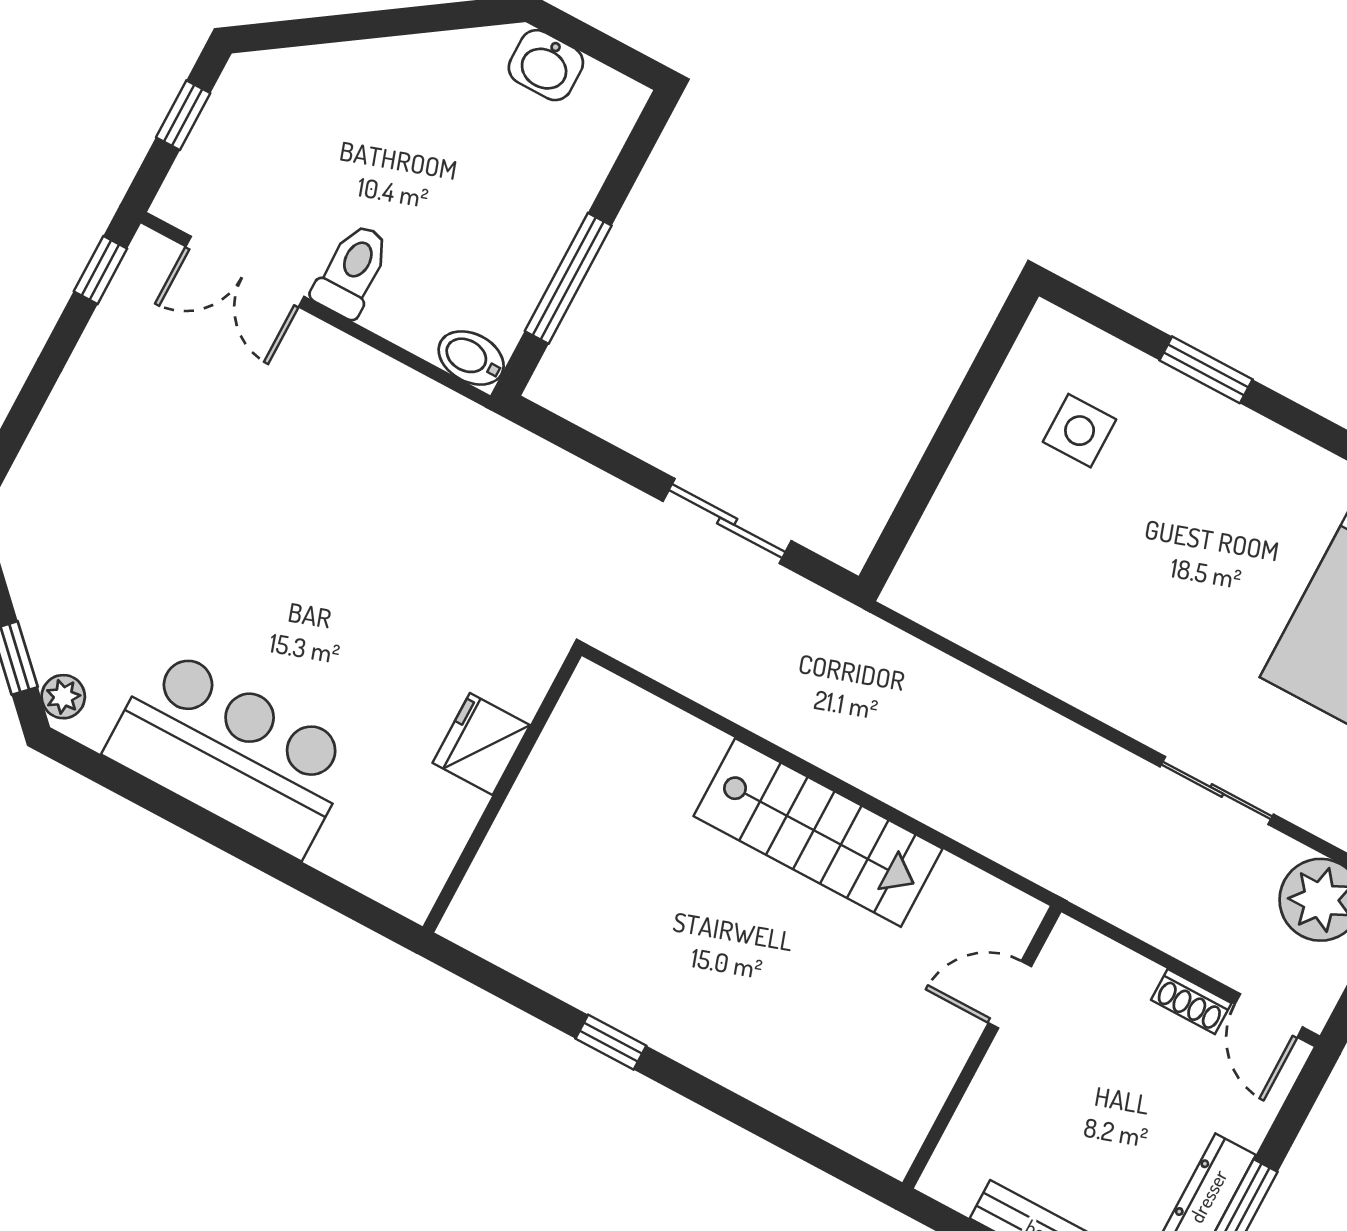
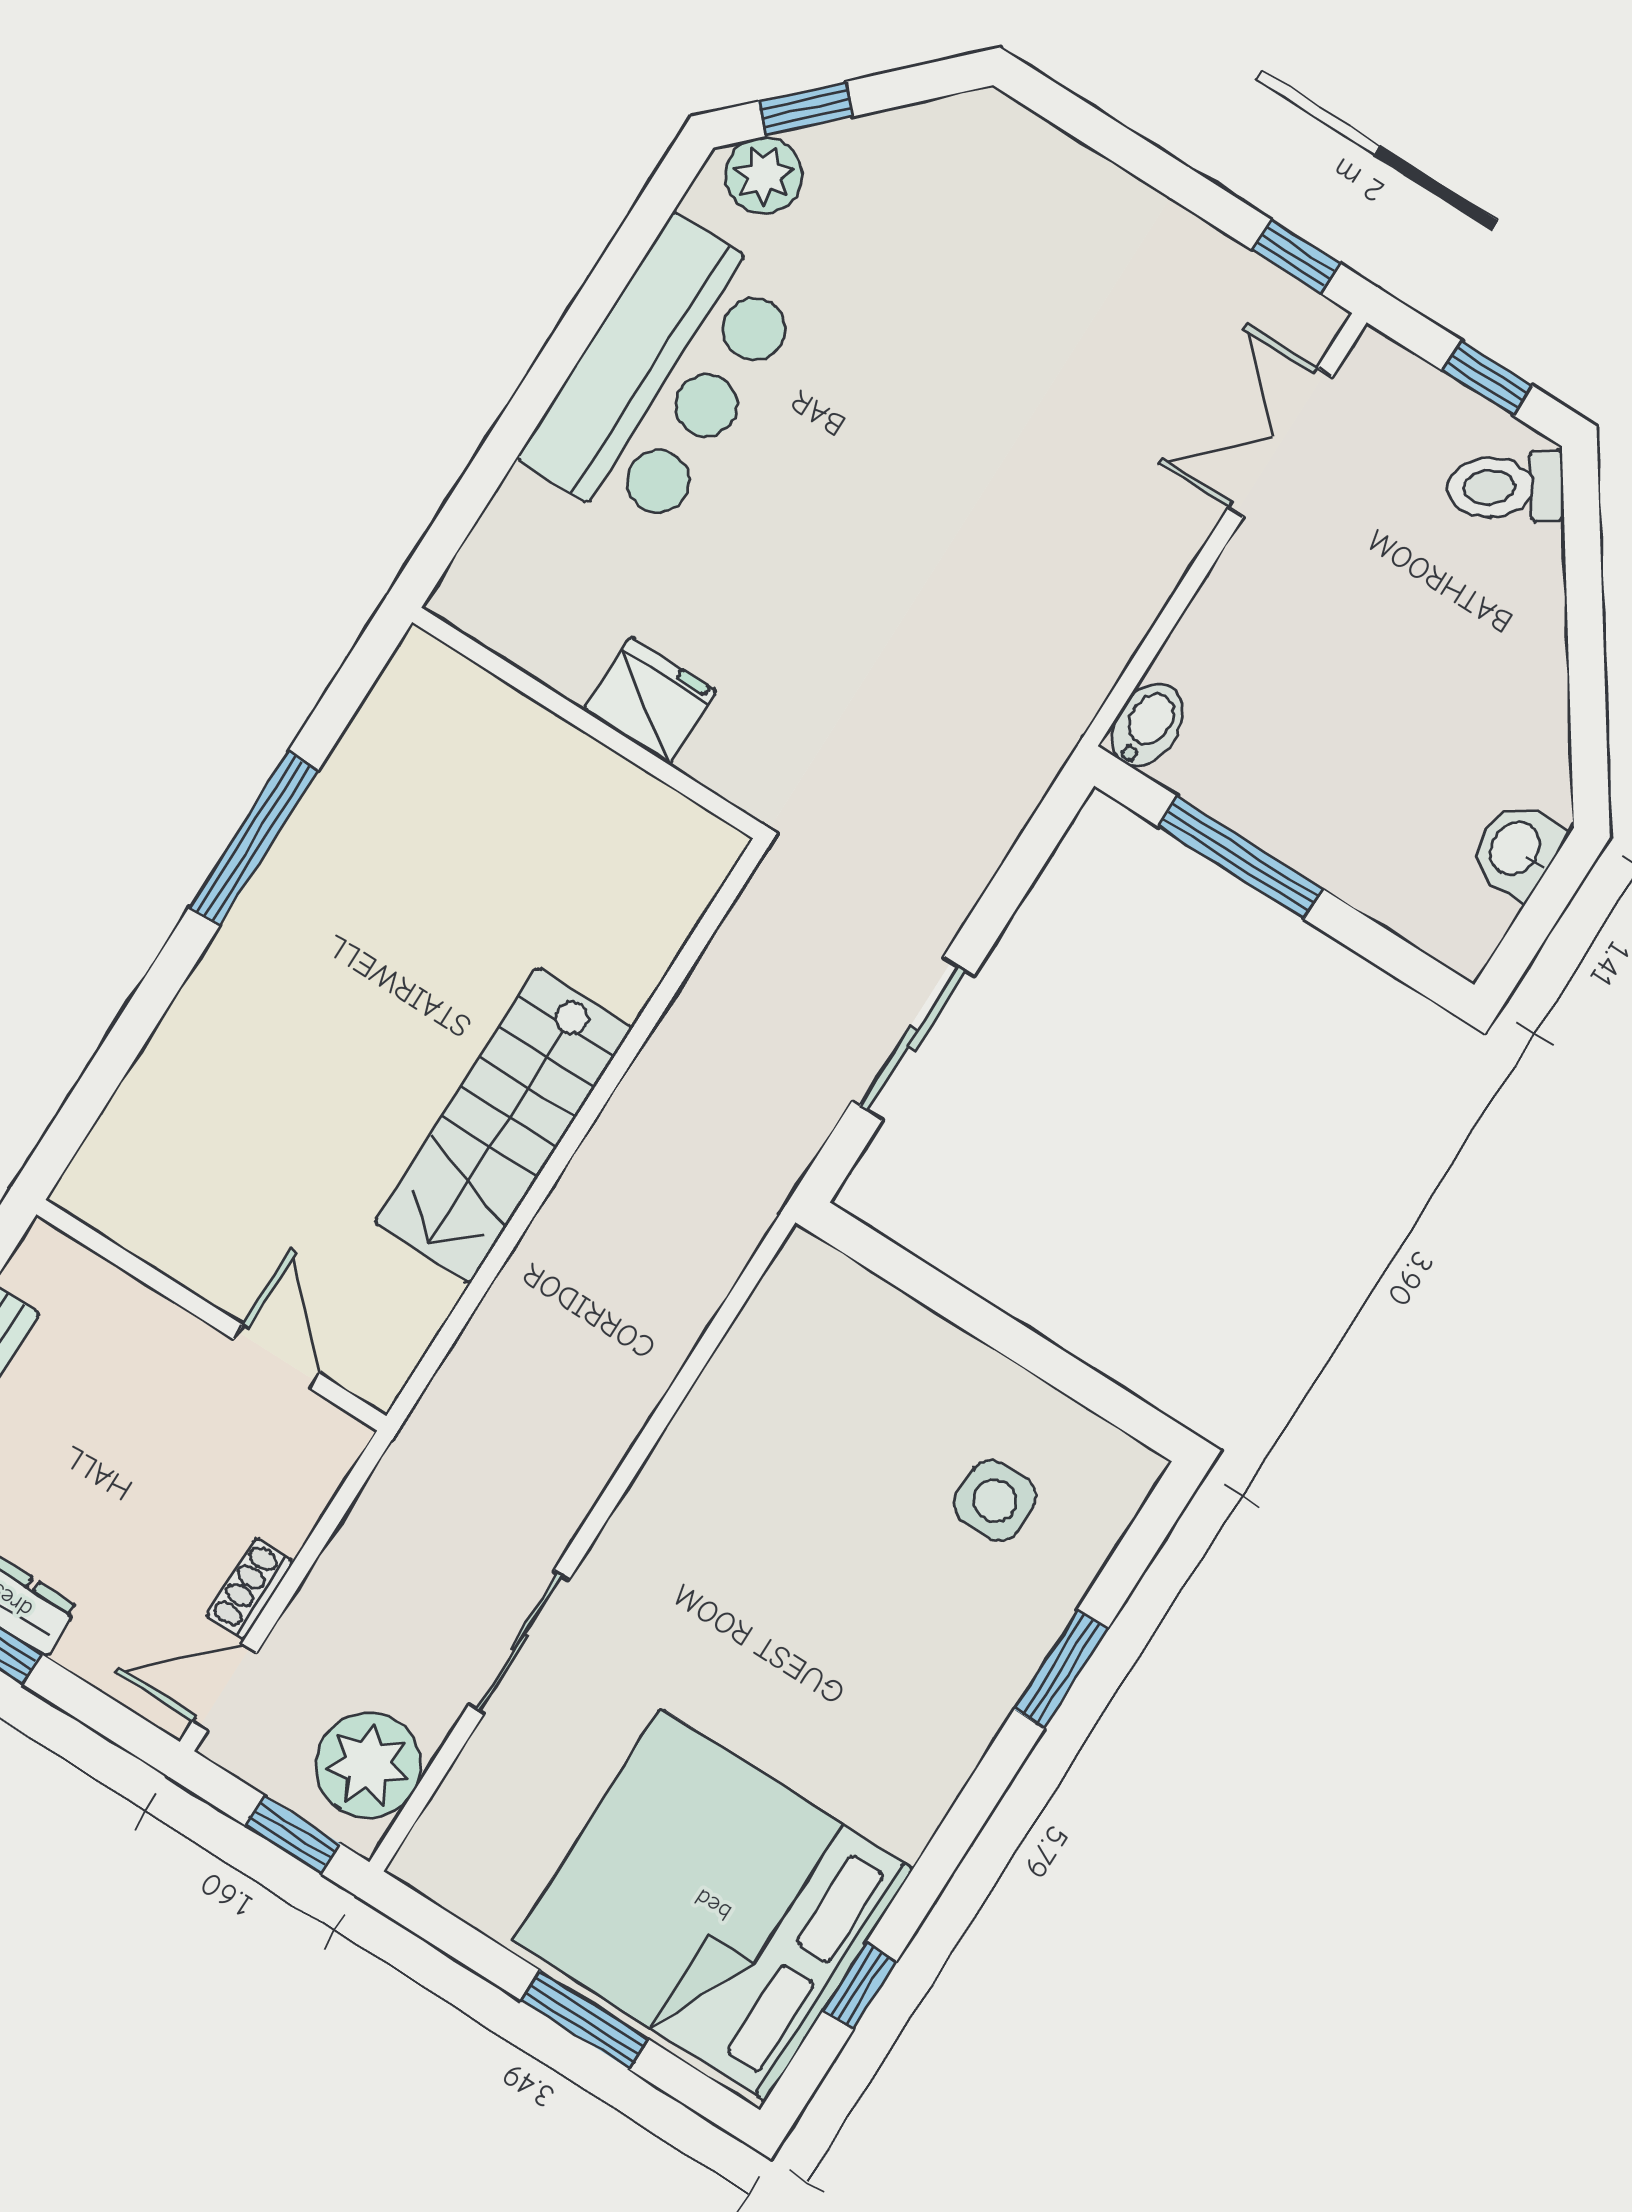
toilet: (352, 271) -> (1505, 487), moved, turned 146
plant: (63, 697) -> (764, 176), width x1.38, depth x1.38
window: (611, 1042) -> (254, 839), width x2.17

